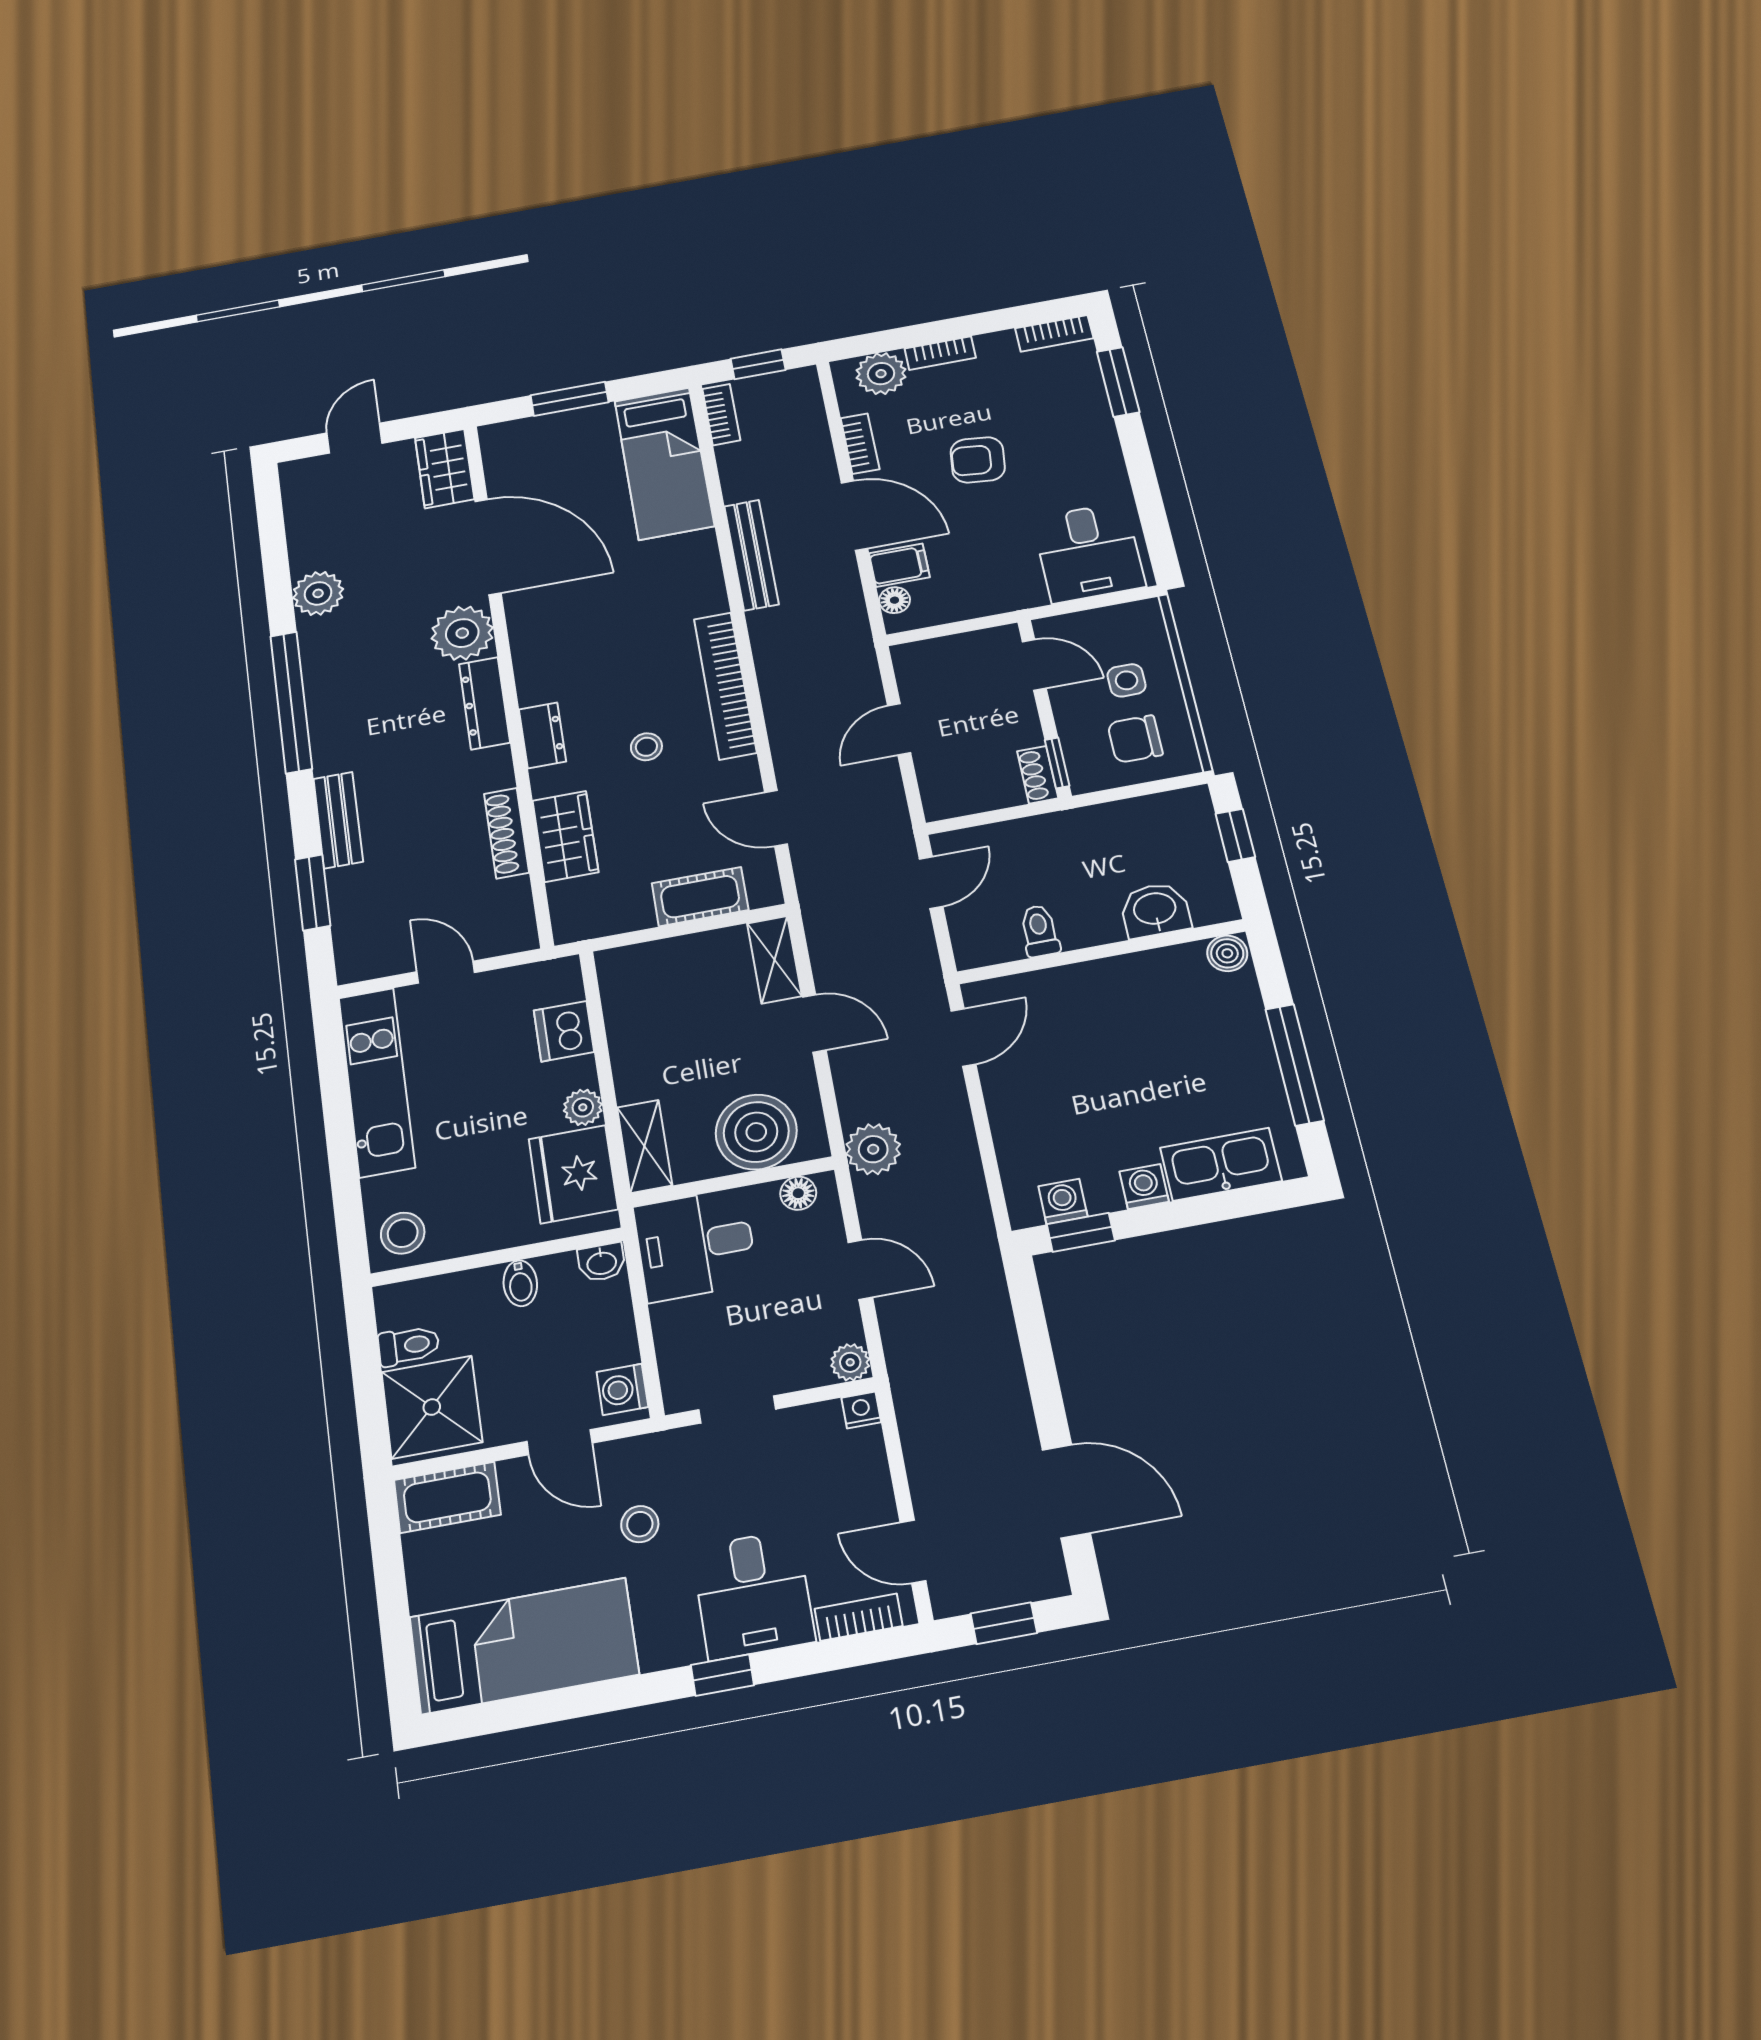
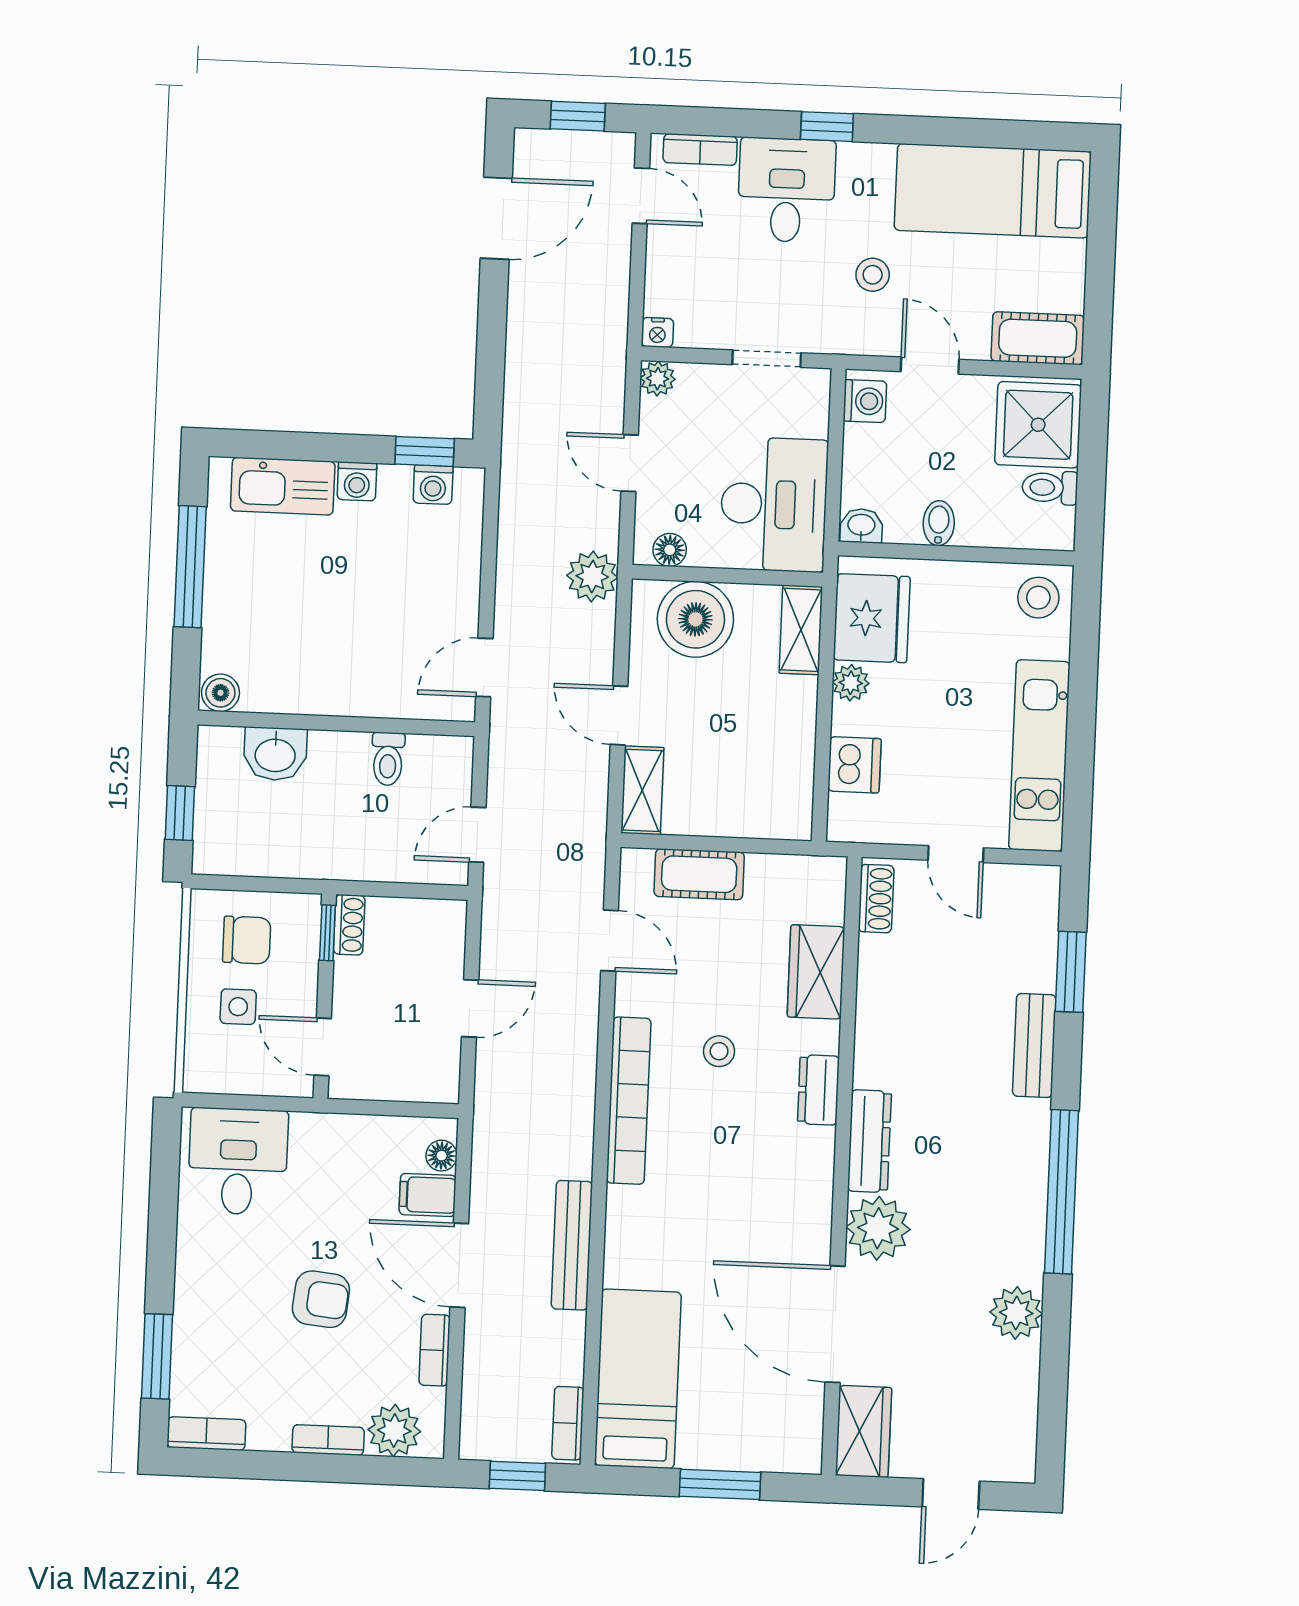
shoe rack: (507, 833) -> (876, 899), moved, width x0.70
desk: (695, 1245) -> (774, 504), width x1.37
door: (1066, 1491) -> (496, 218), swing flipped

